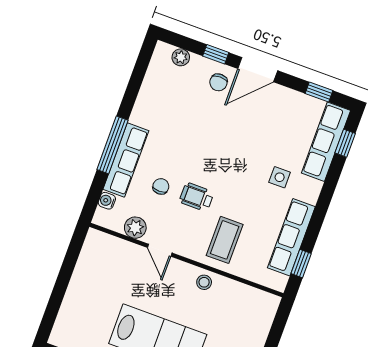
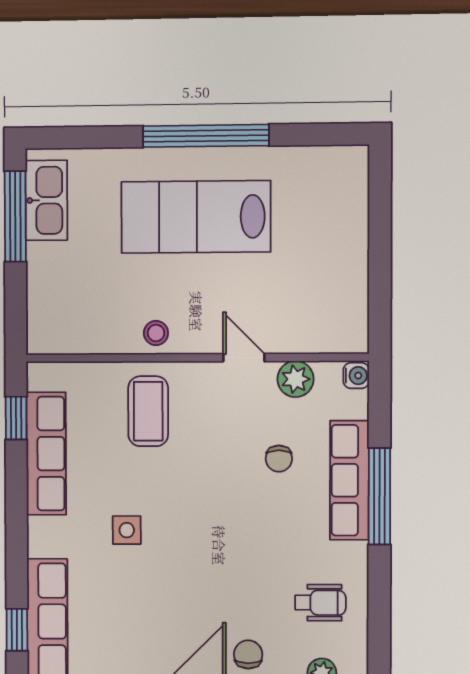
side table: (280, 177) -> (127, 530), moved
wheelchair: (197, 197) -> (320, 603), moved
water cooler: (107, 201) -> (356, 376), moved

